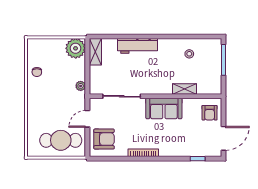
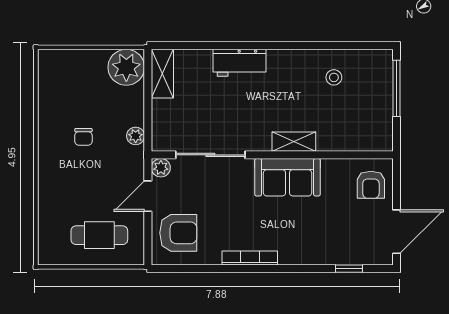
workbench: (138, 46) -> (239, 63), width x0.73
chair: (37, 72) -> (83, 137), moved
shelving: (185, 89) -> (294, 142), moved
plant: (94, 103) -> (161, 168), added
cafe table: (61, 140) -> (99, 235), width x0.73, depth x0.74

